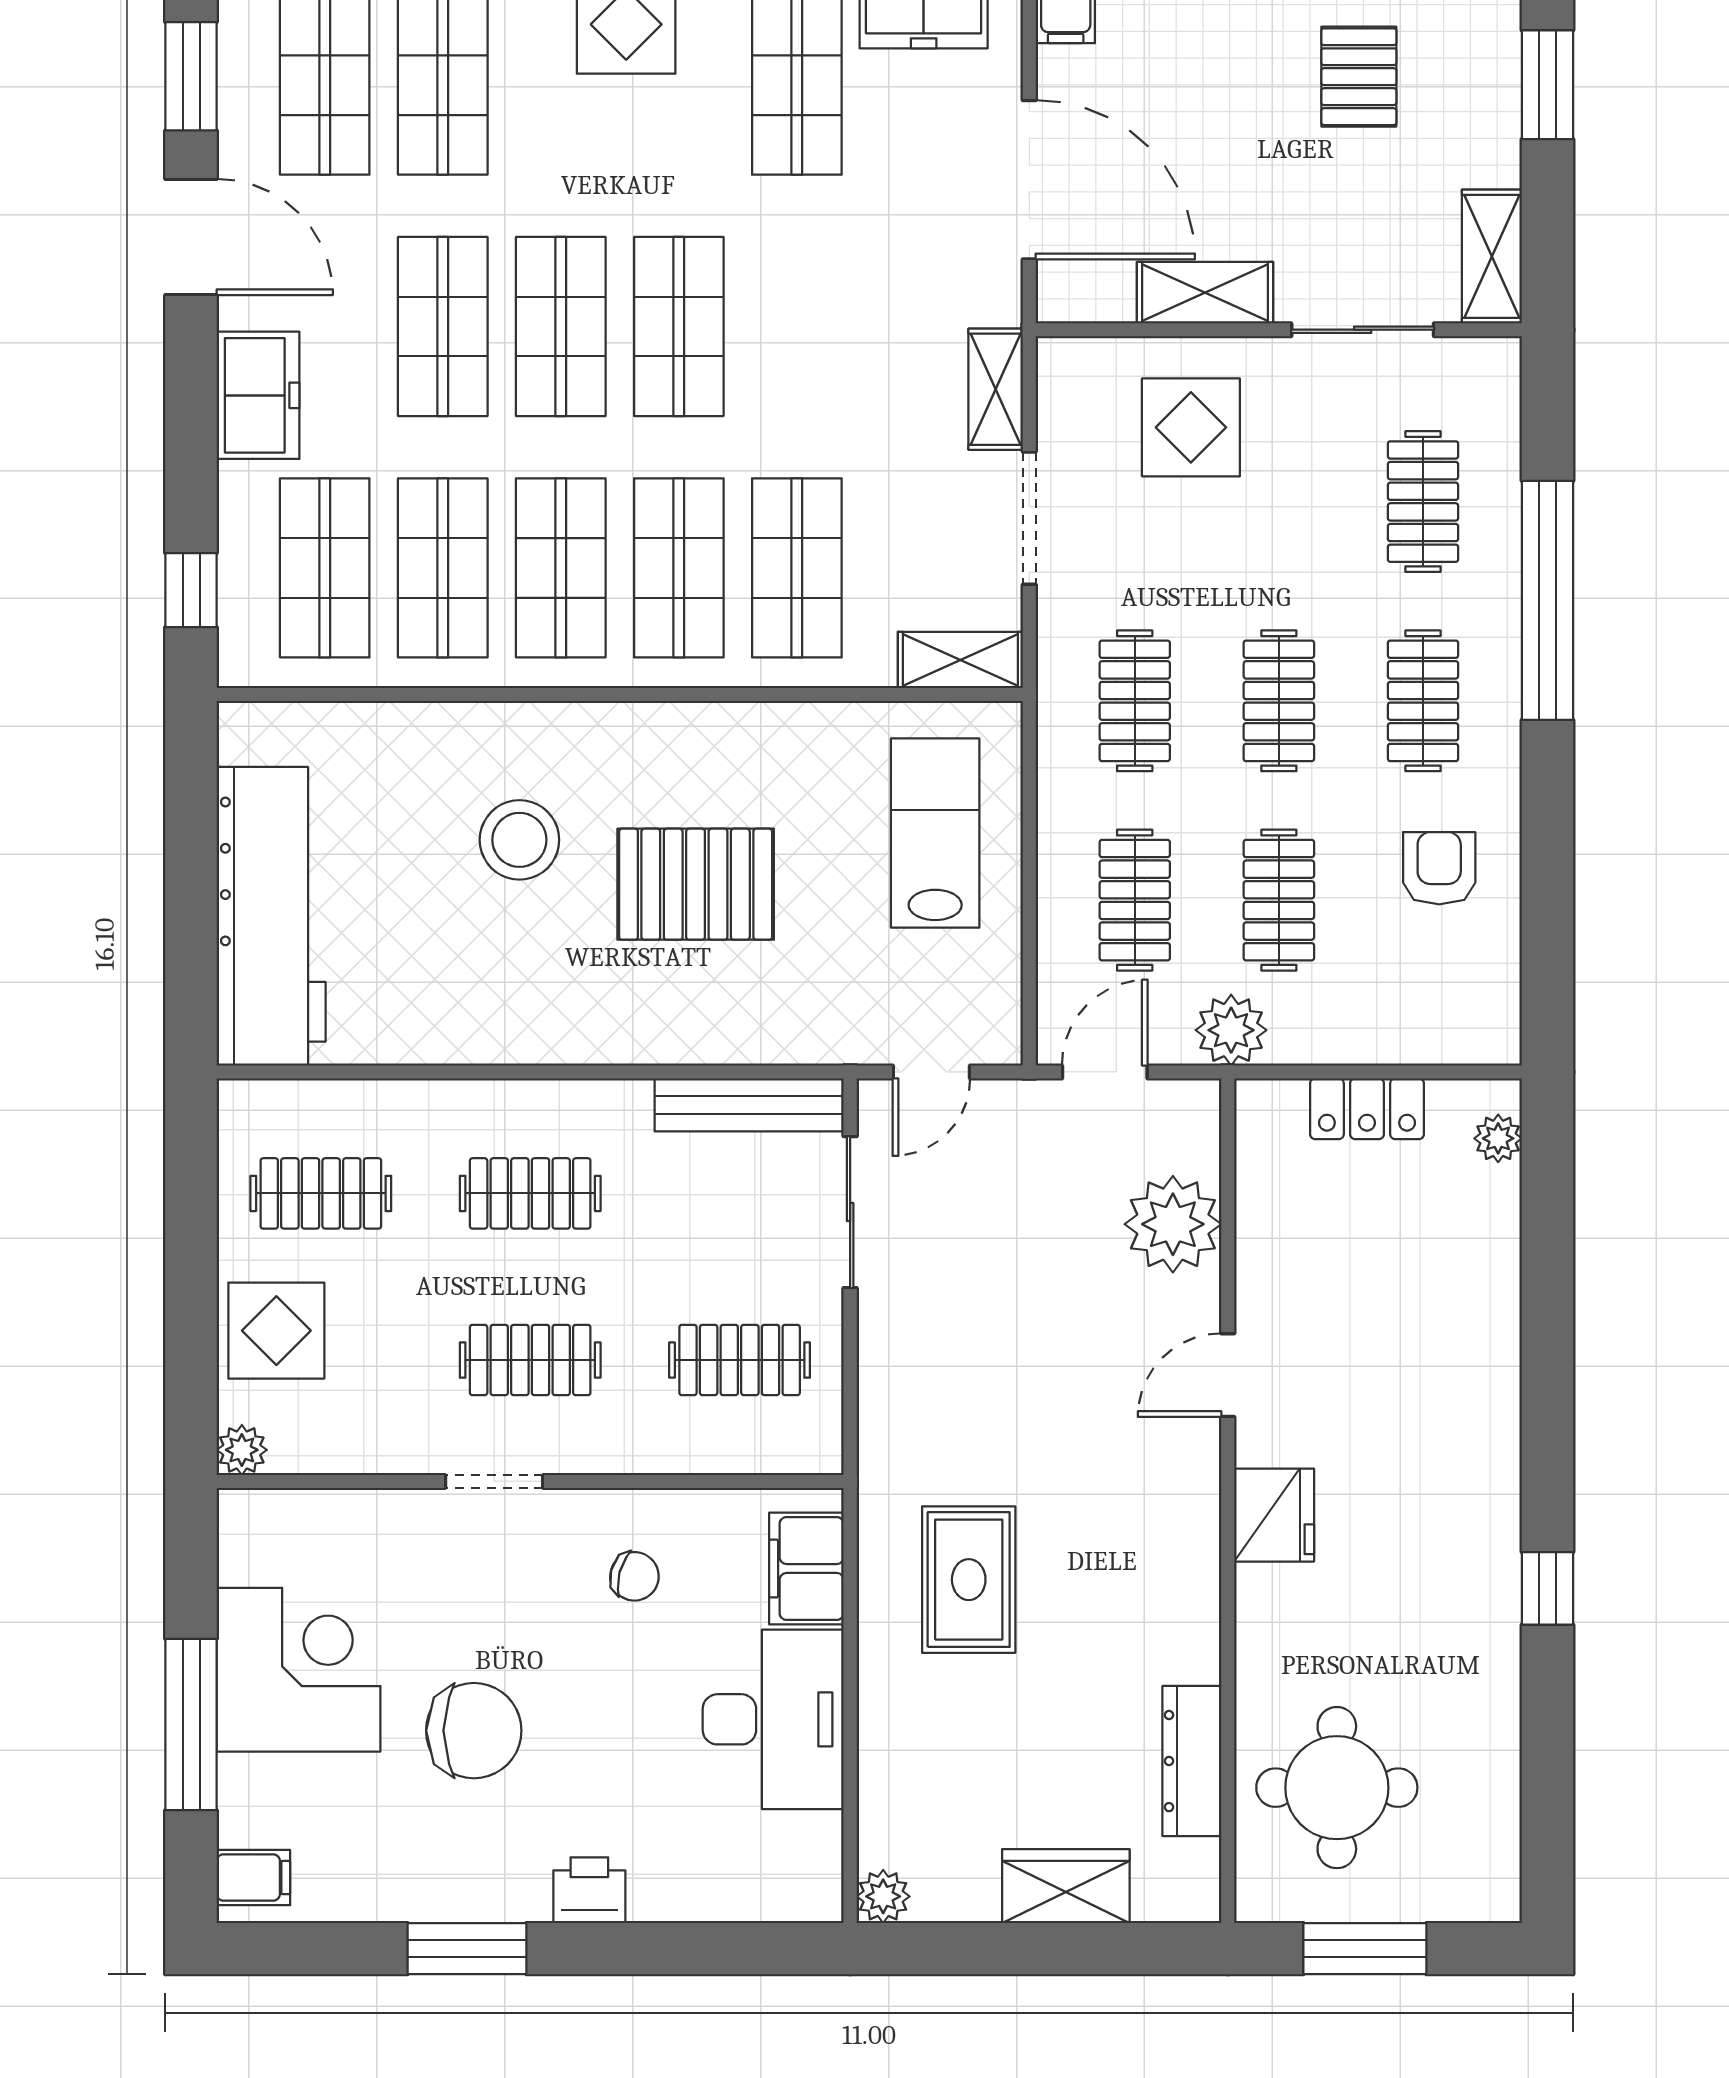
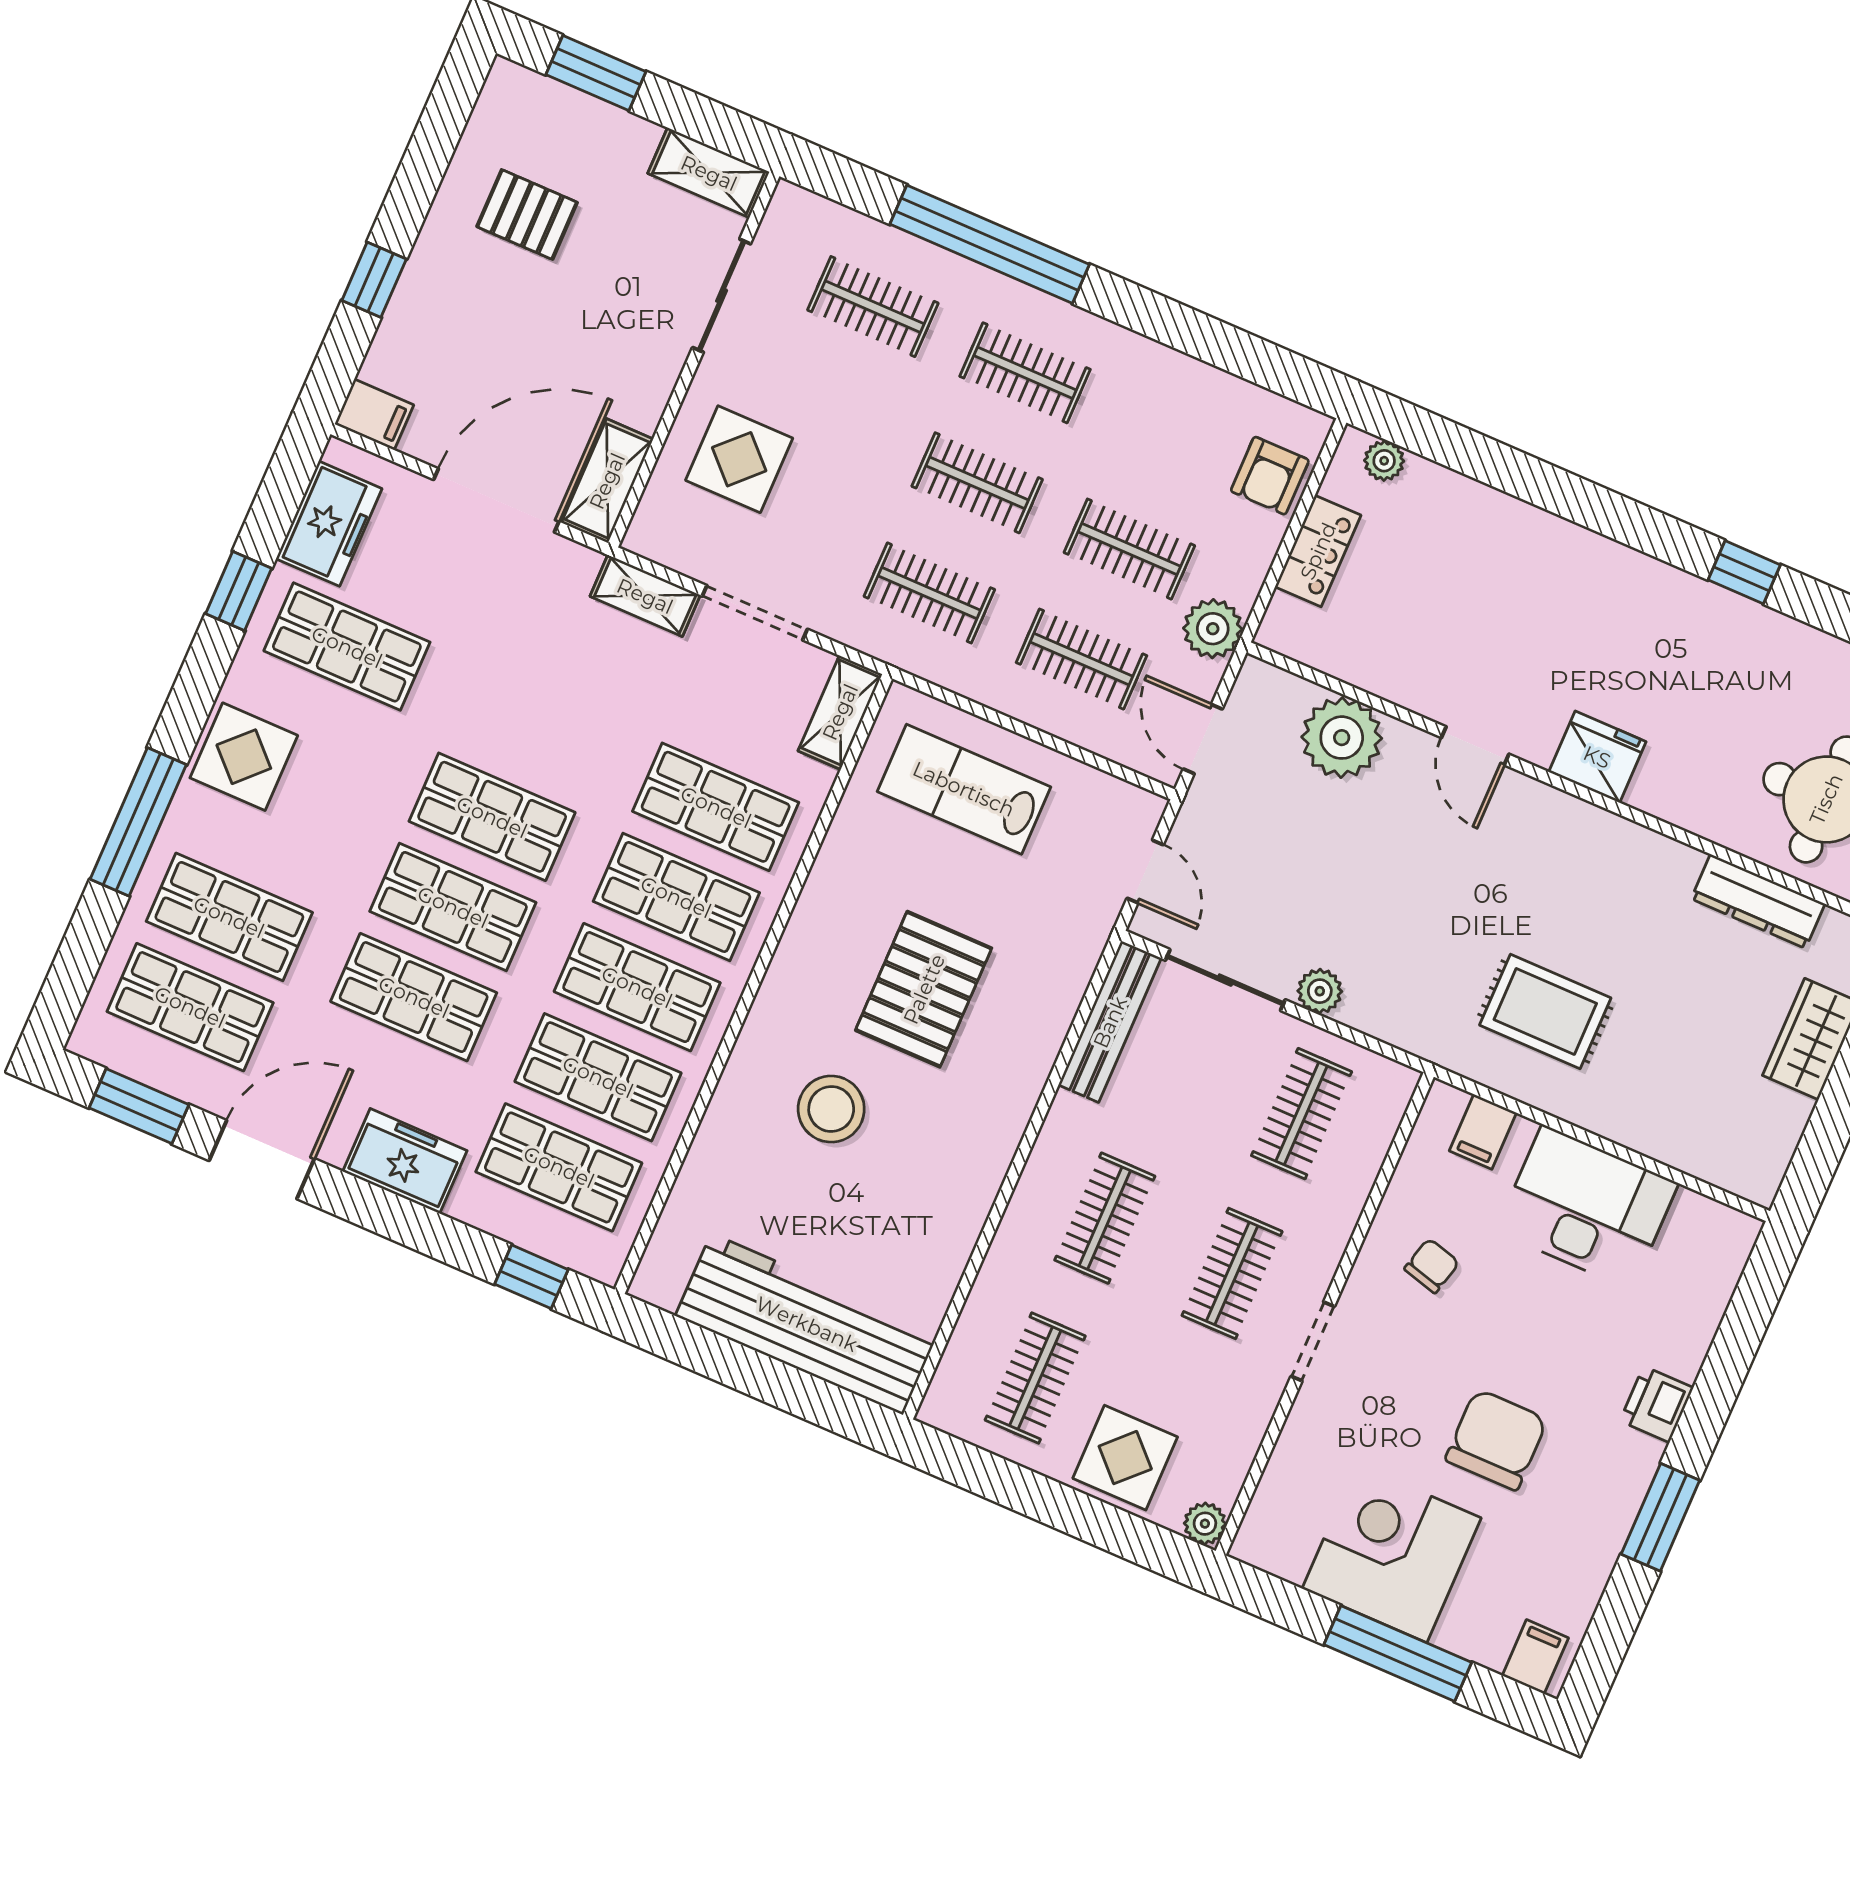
shelving: (1205, 293) -> (607, 481), moved
armchair: (1439, 868) -> (1270, 476), moved, turned -90
filing cabinet: (806, 1569) -> (1483, 1132), width x0.50
plant: (883, 1896) -> (1320, 991), moved

